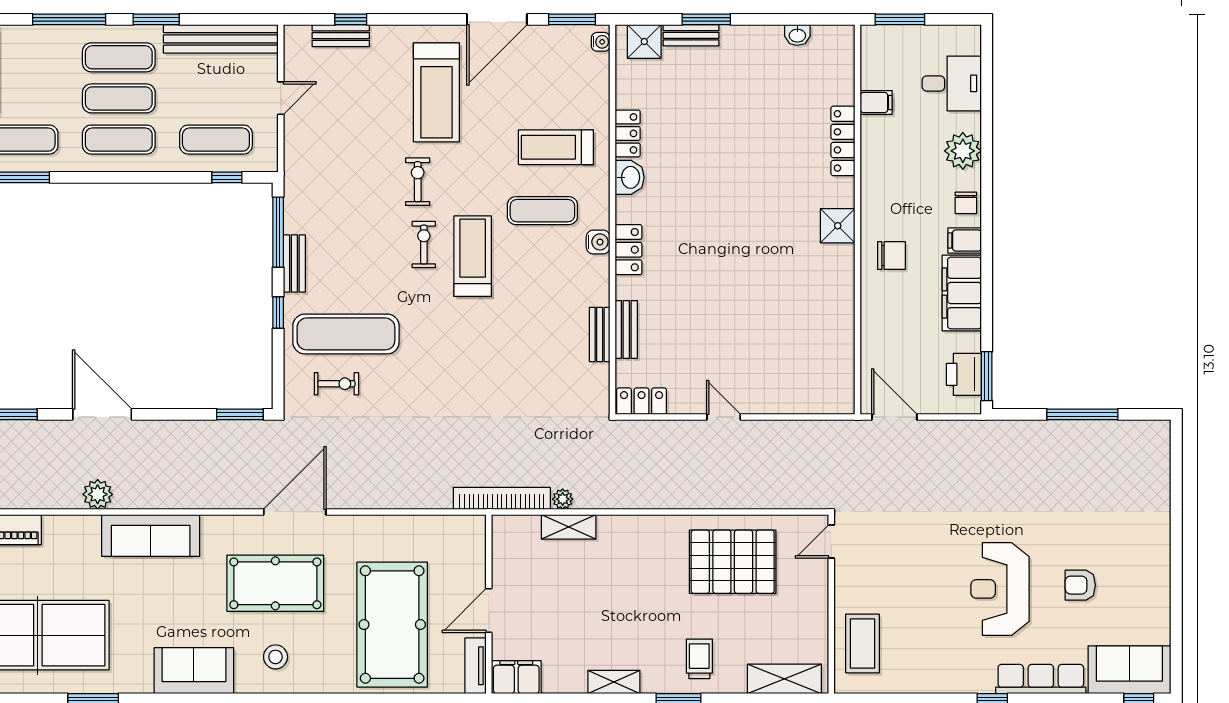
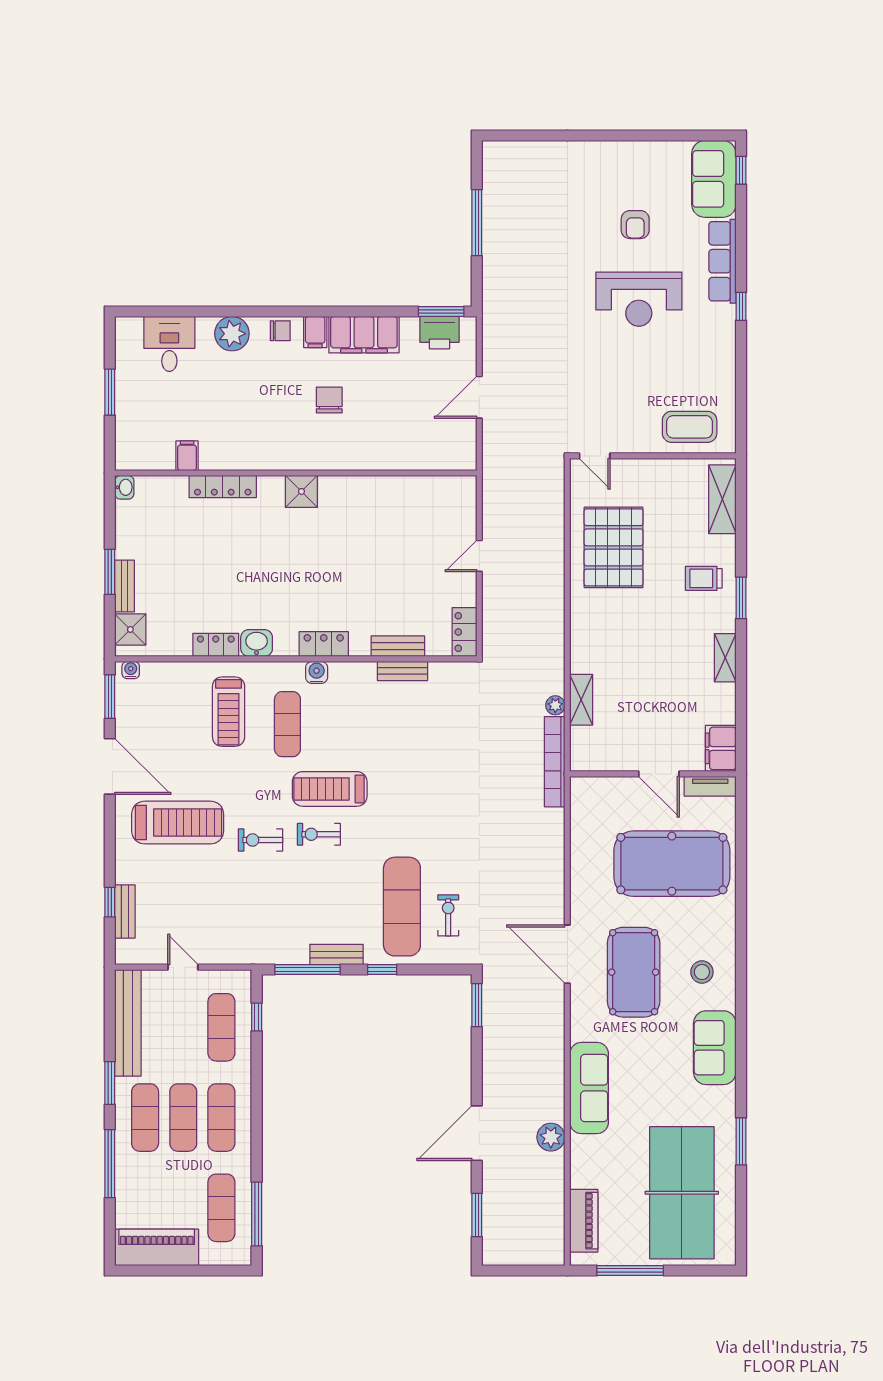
filing cabinet: (876, 103) -> (187, 456), moved
locker: (843, 141) -> (223, 487), moved
wall: (858, 220) -> (296, 473), moved
shower: (838, 226) -> (301, 491), moved

